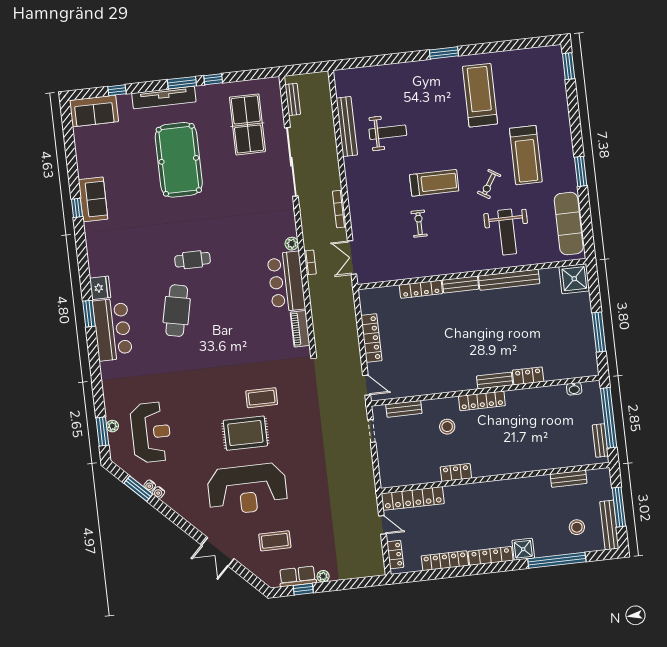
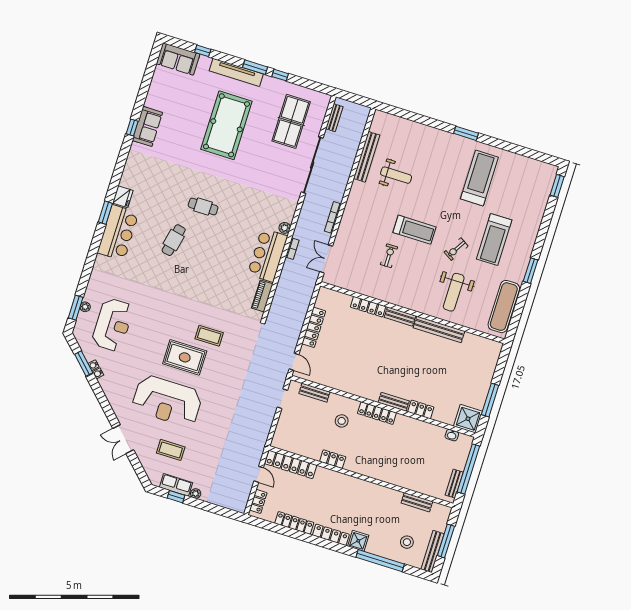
shower: (574, 279) -> (468, 419), moved
cafe table: (177, 311) -> (174, 240), width x0.73, depth x0.74

